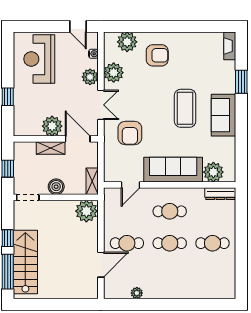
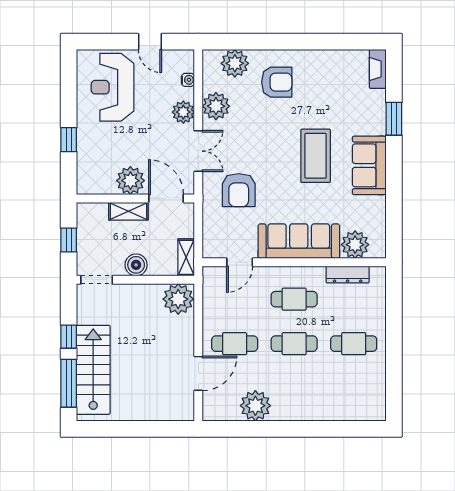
door: (78, 26) -> (150, 42), moved
dresser: (220, 194) -> (348, 275), moved
plant: (137, 293) -> (255, 406), width x1.87, depth x1.87

